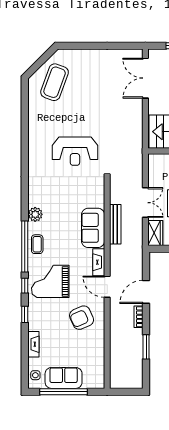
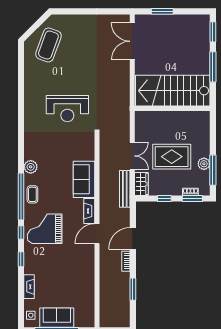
bench: (115, 224) -> (125, 189), moved
door: (107, 287) -> (97, 234), hinge flipped
armchair: (82, 318) -> (73, 262), removed

